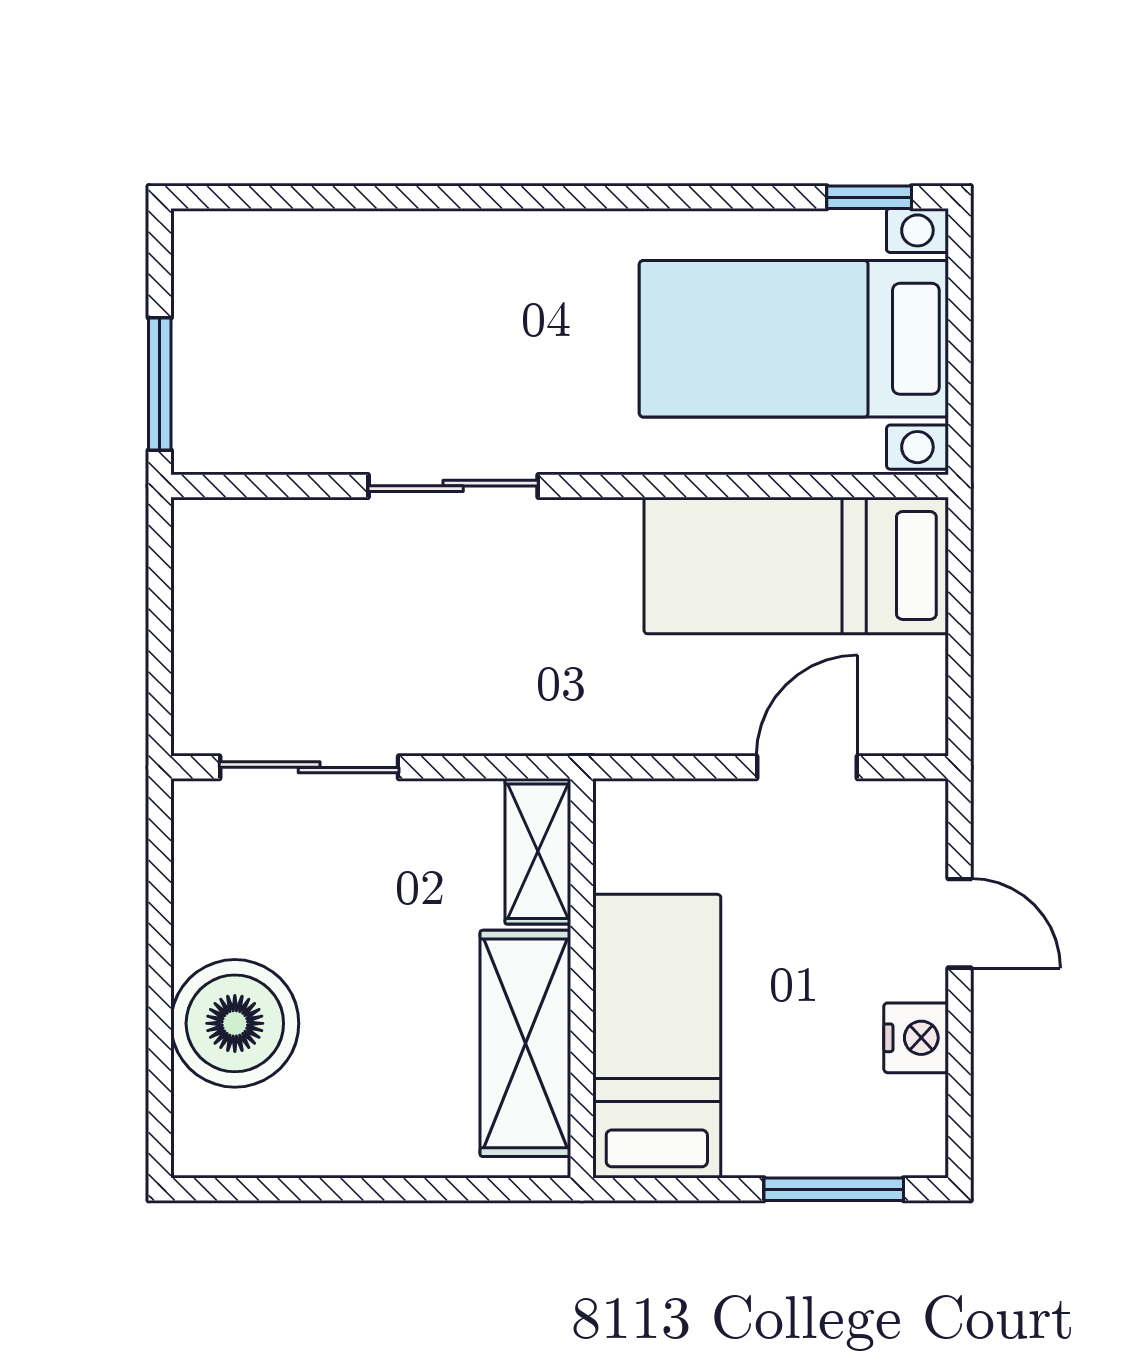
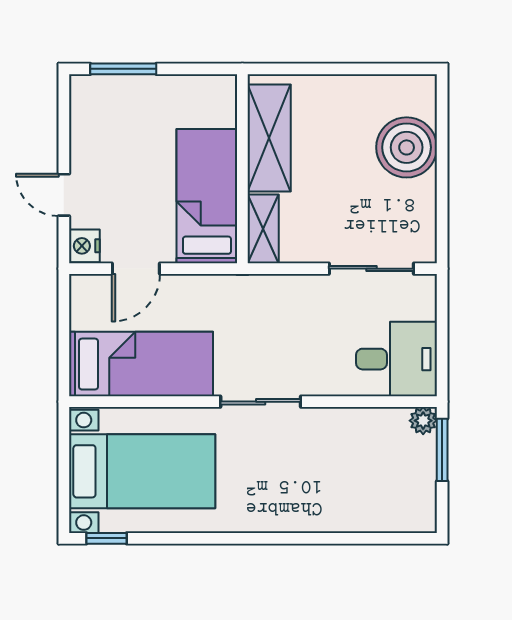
plant: (200, 446) -> (423, 421), added
sliding door: (453, 486) -> (261, 402), moved
desk: (256, 576) -> (396, 359), added
bed: (657, 1036) -> (207, 196), moved, turned 180
nightstand: (916, 1038) -> (84, 246), moved

